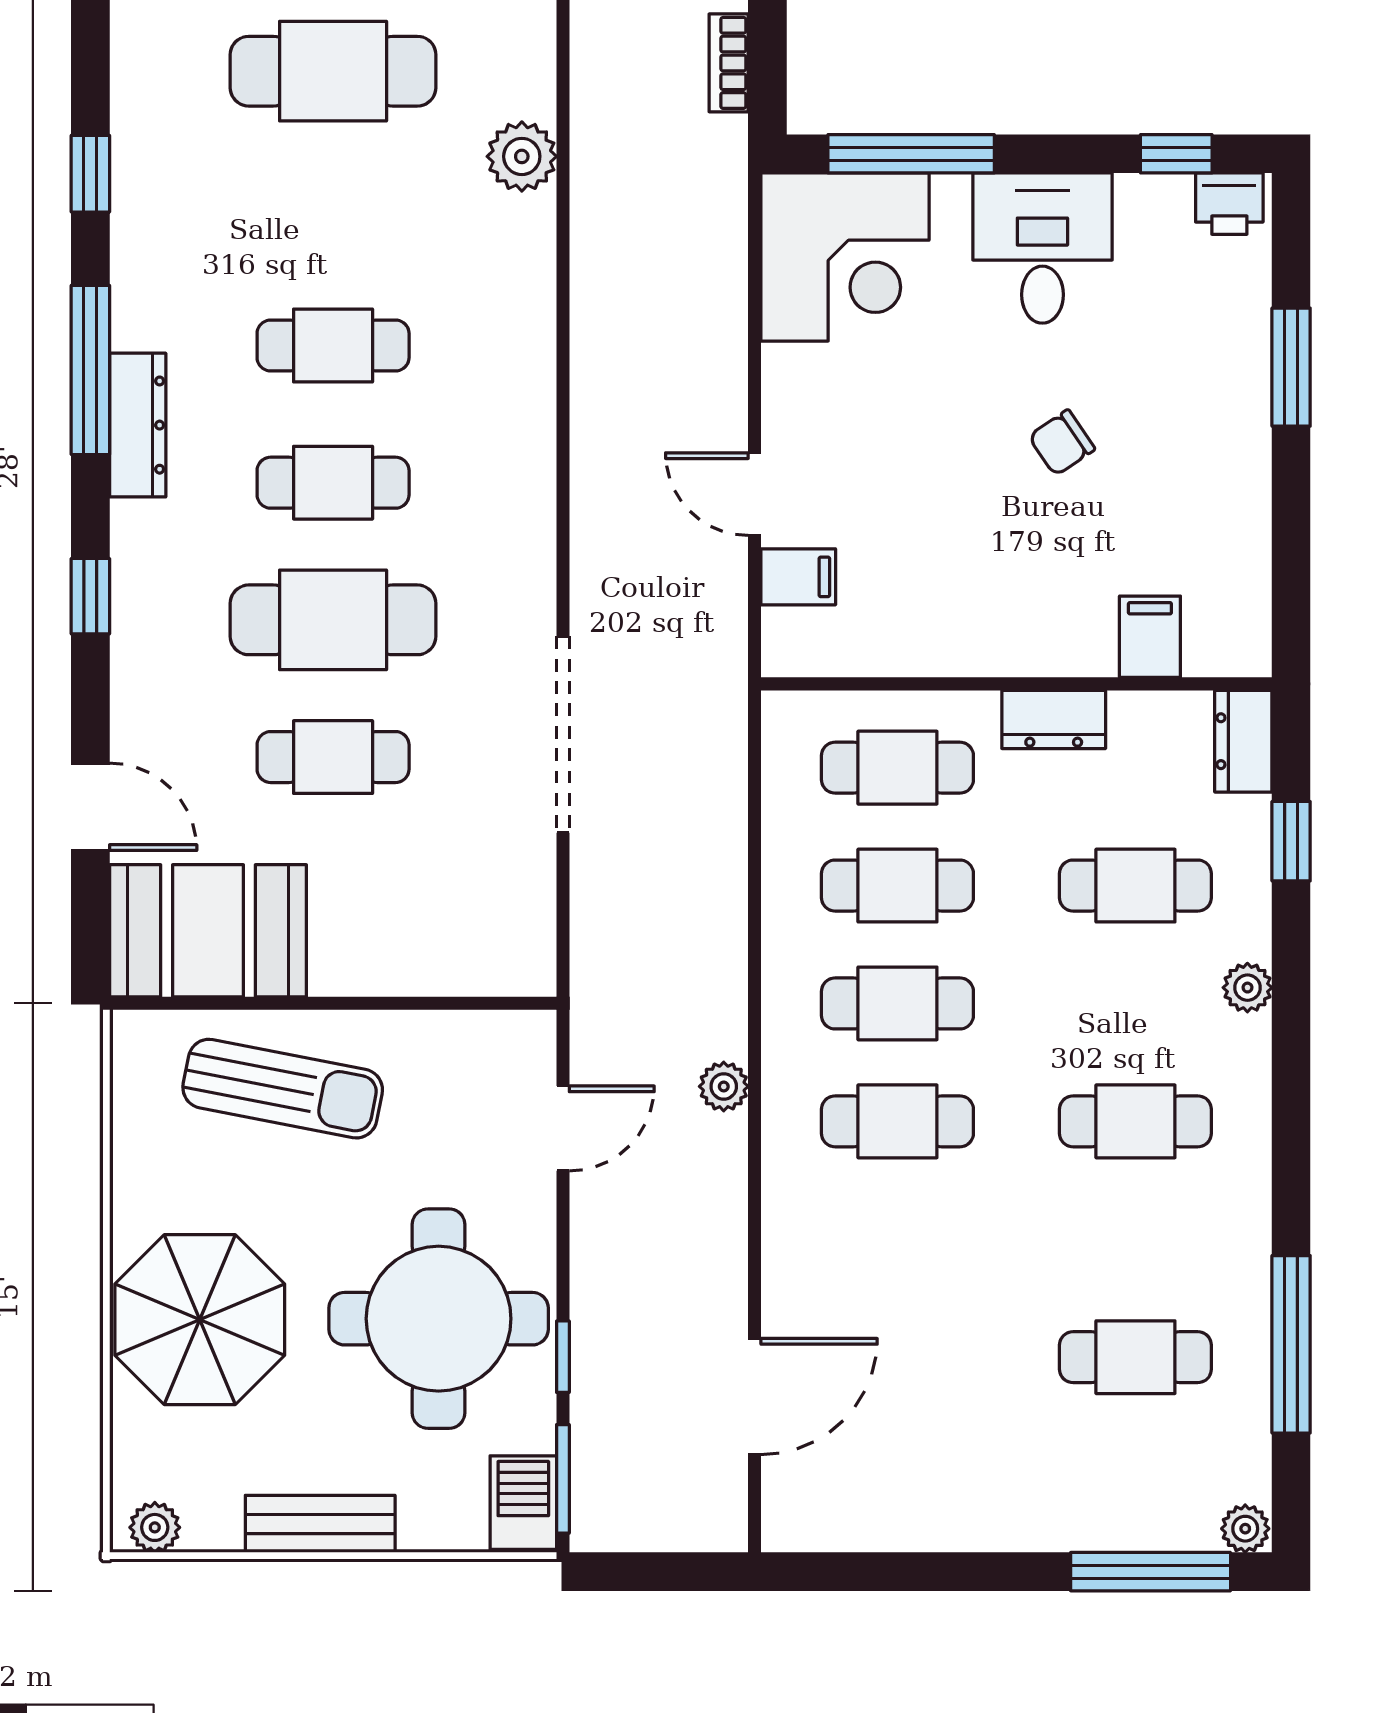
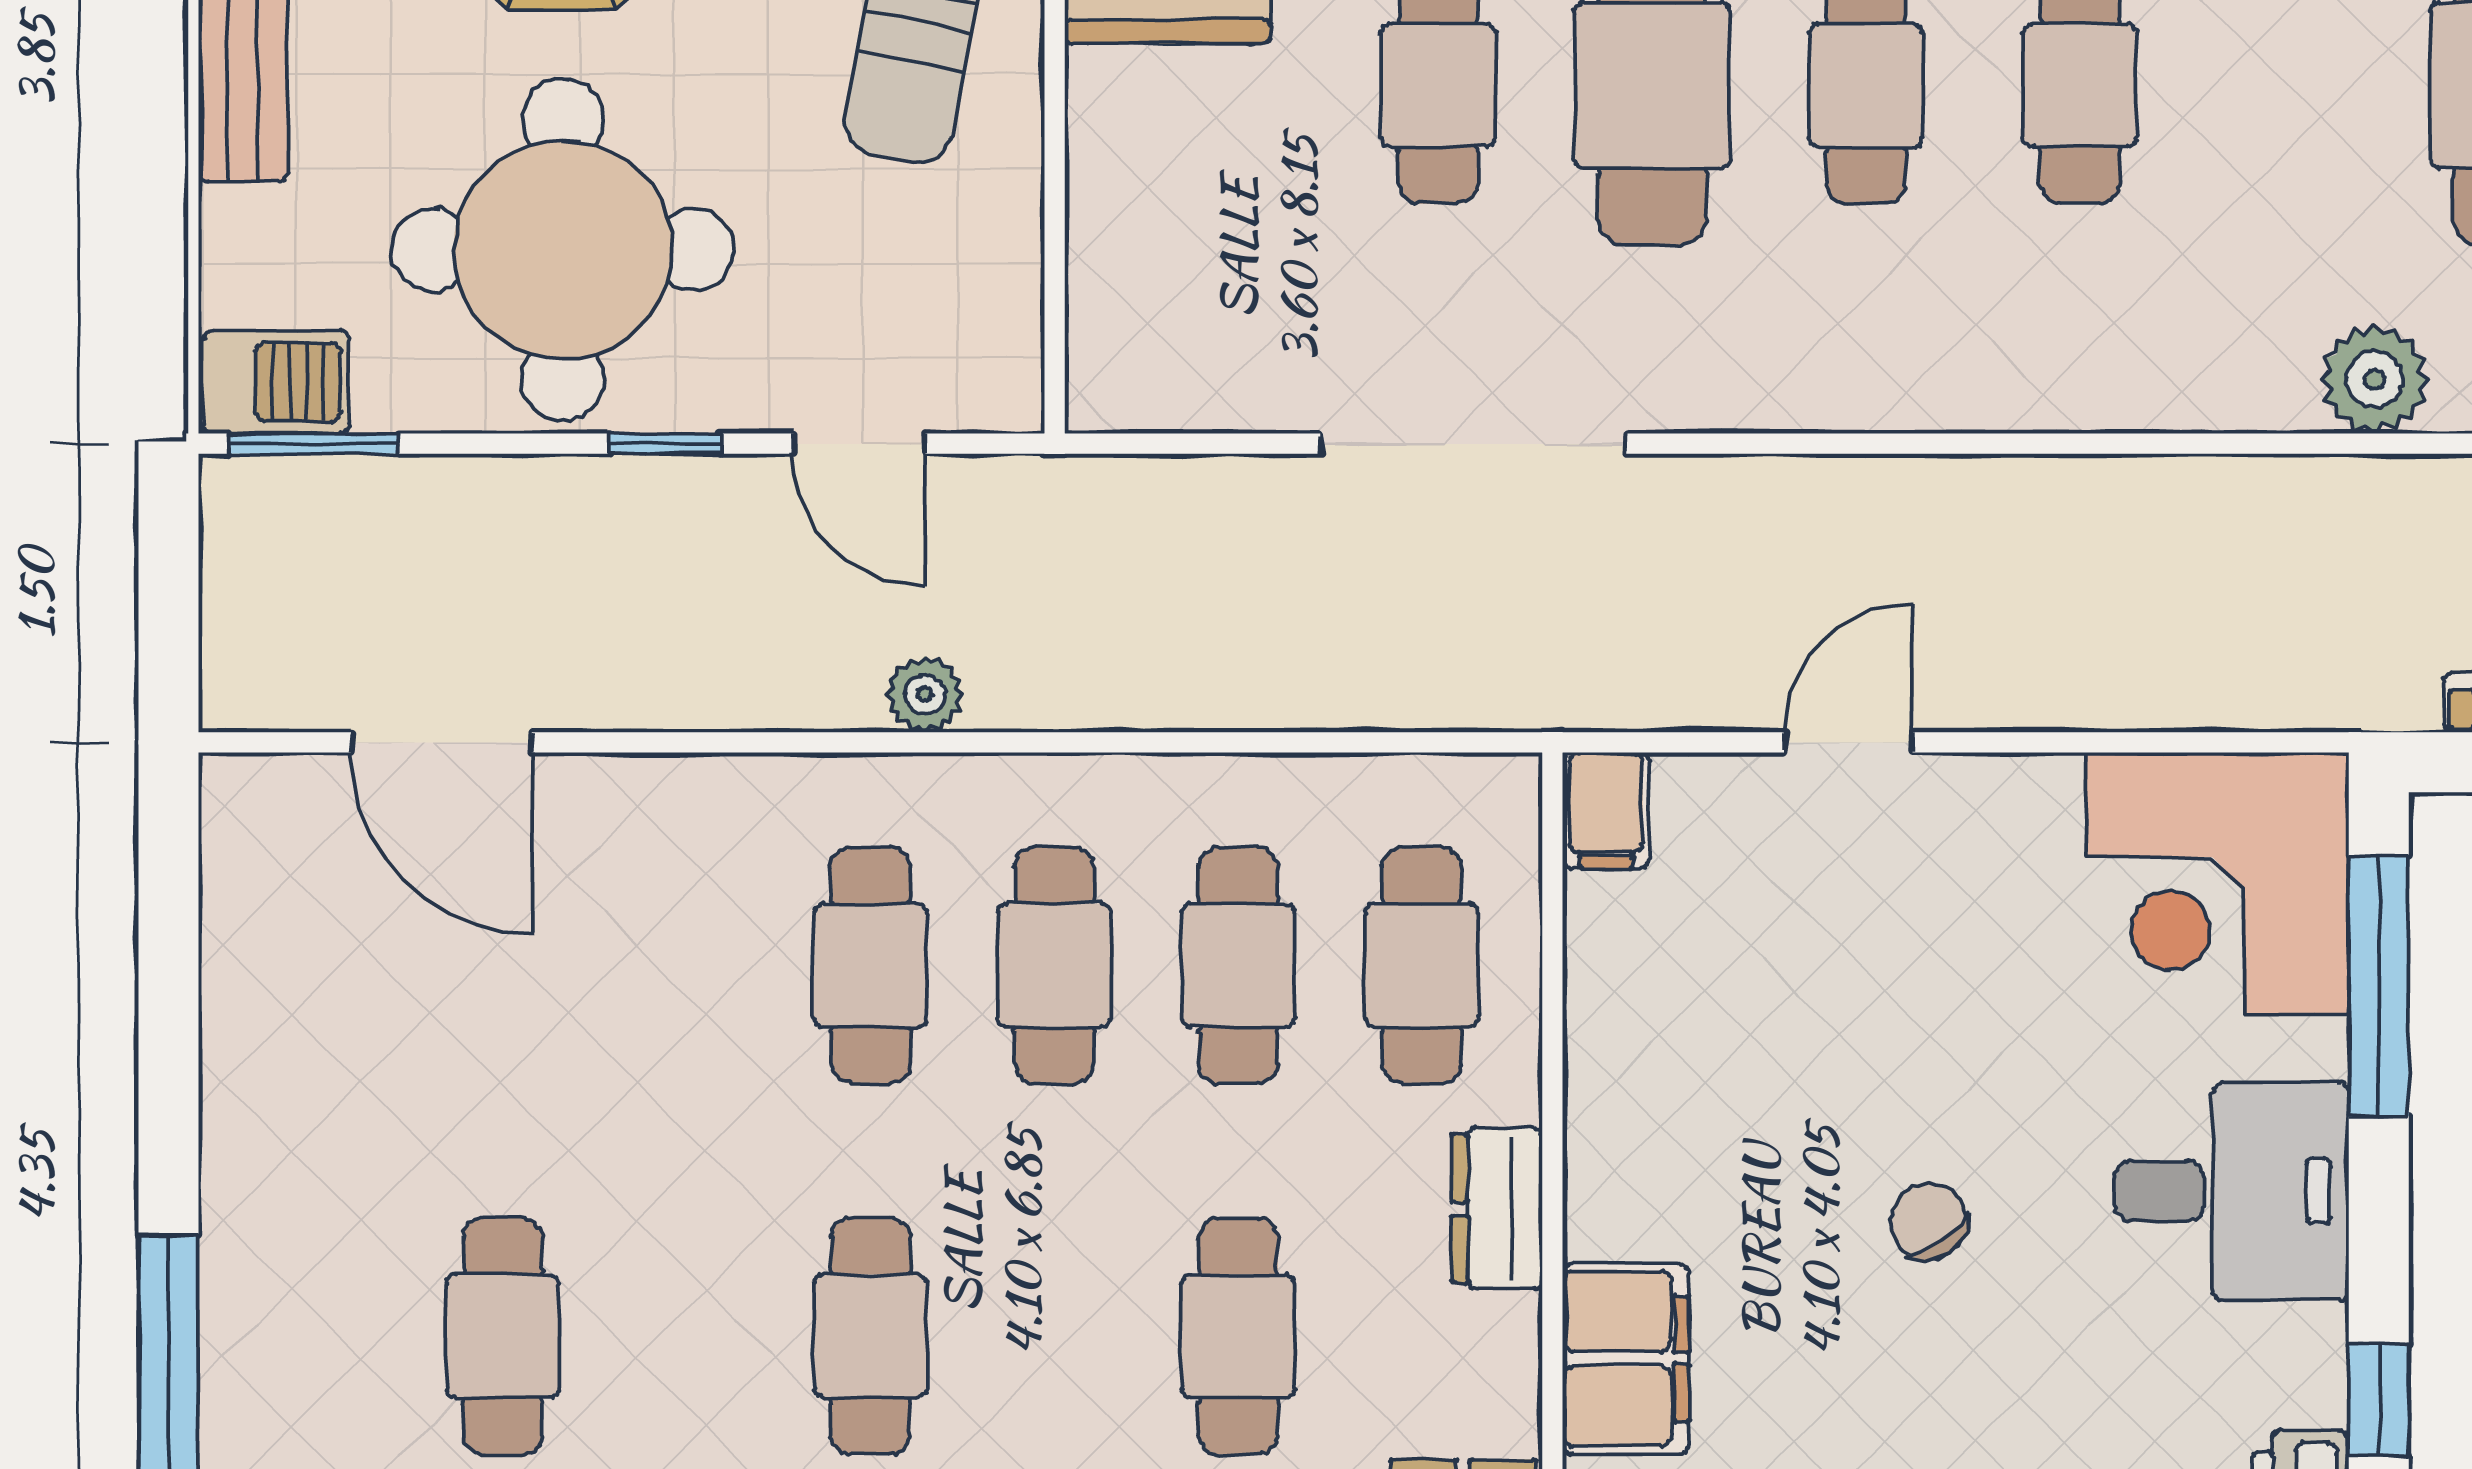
filing cabinet: (798, 577) -> (1606, 811), moved
filing cabinet: (1150, 637) -> (1626, 1359), width x2.00
window: (563, 1357) -> (665, 444), moved

